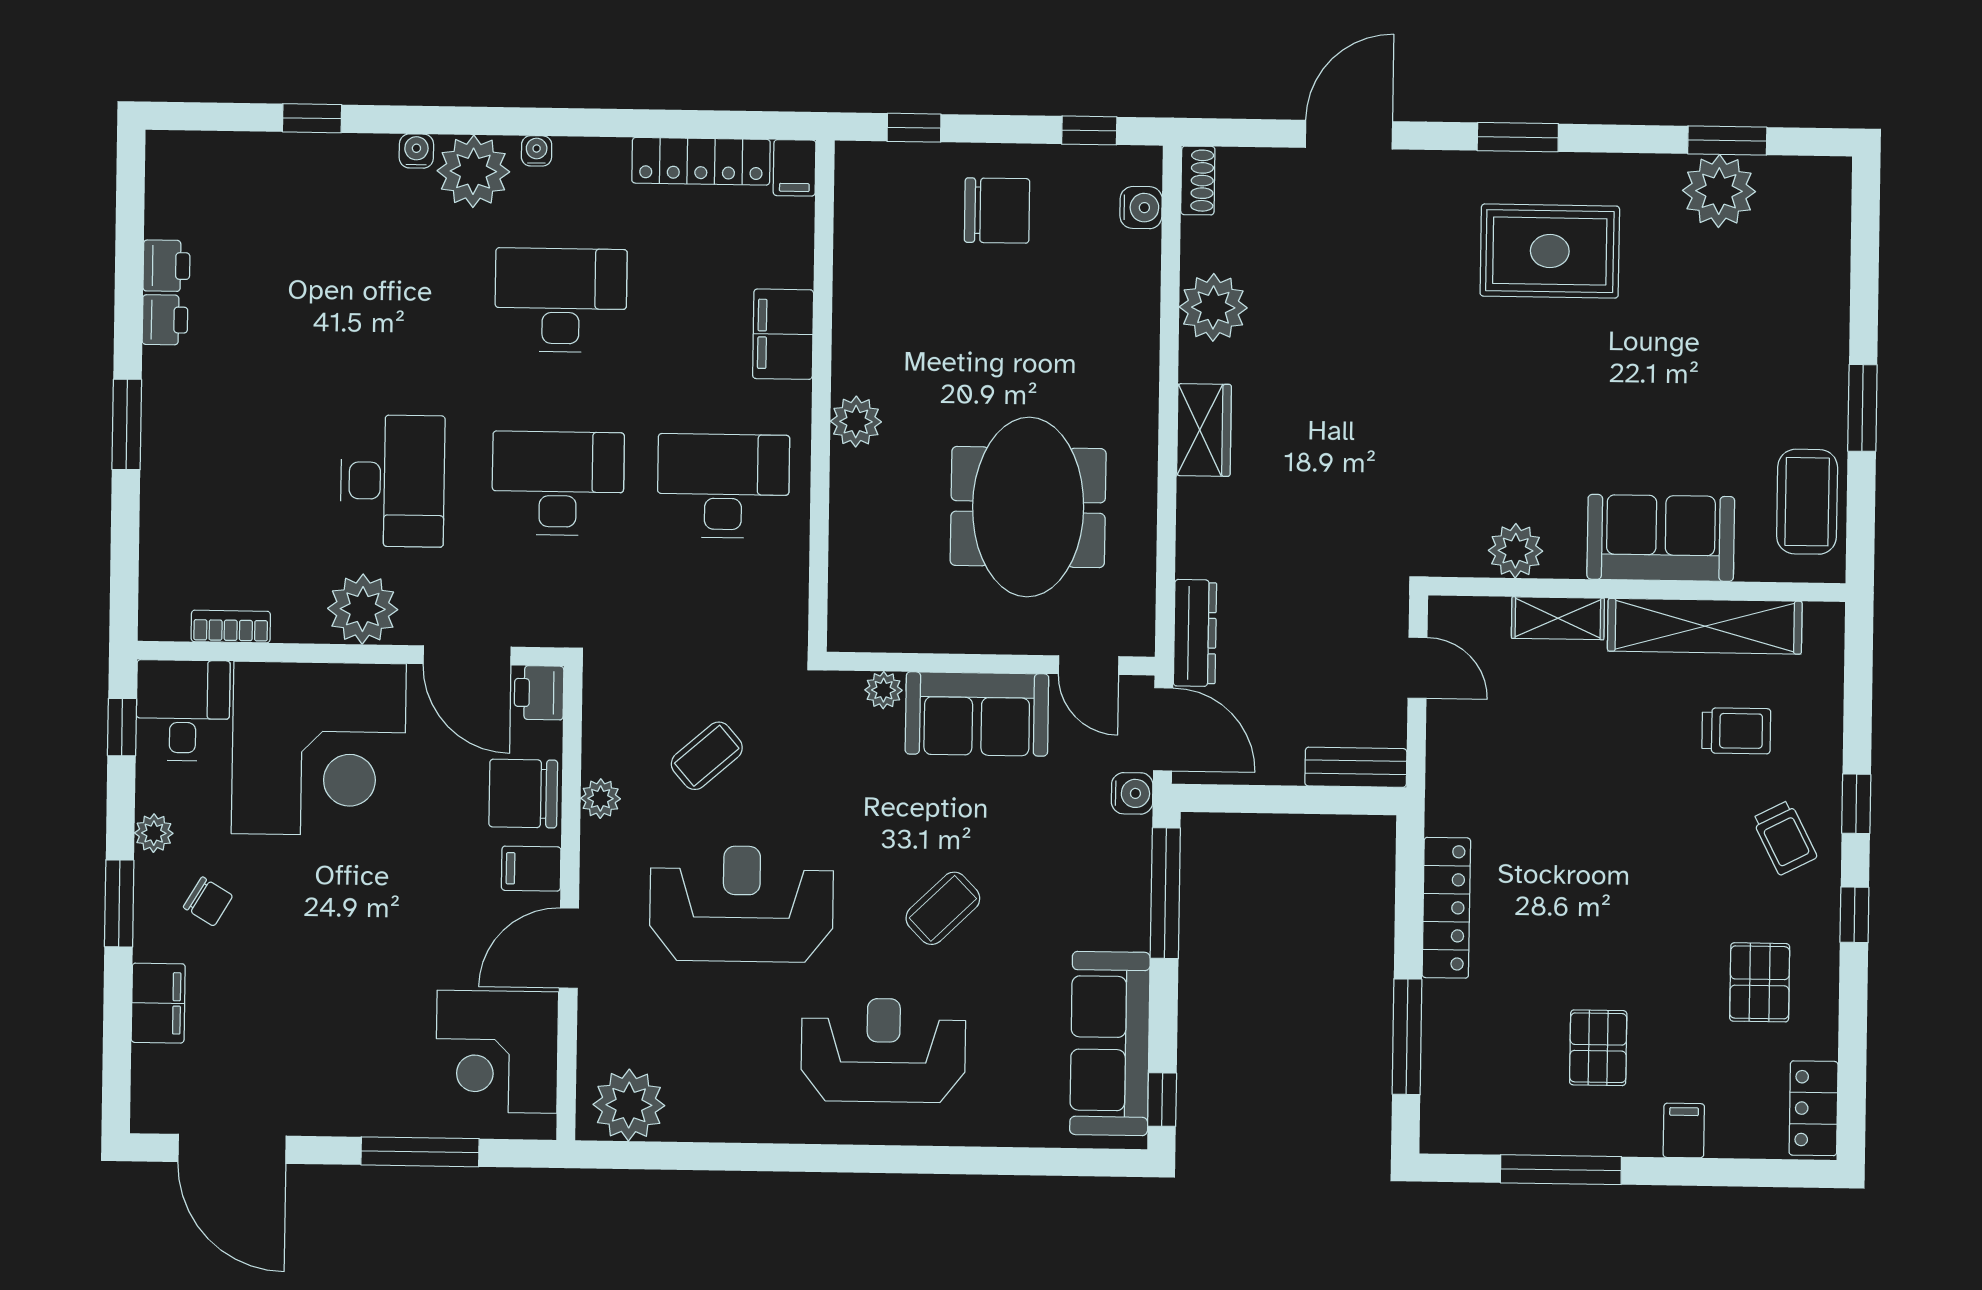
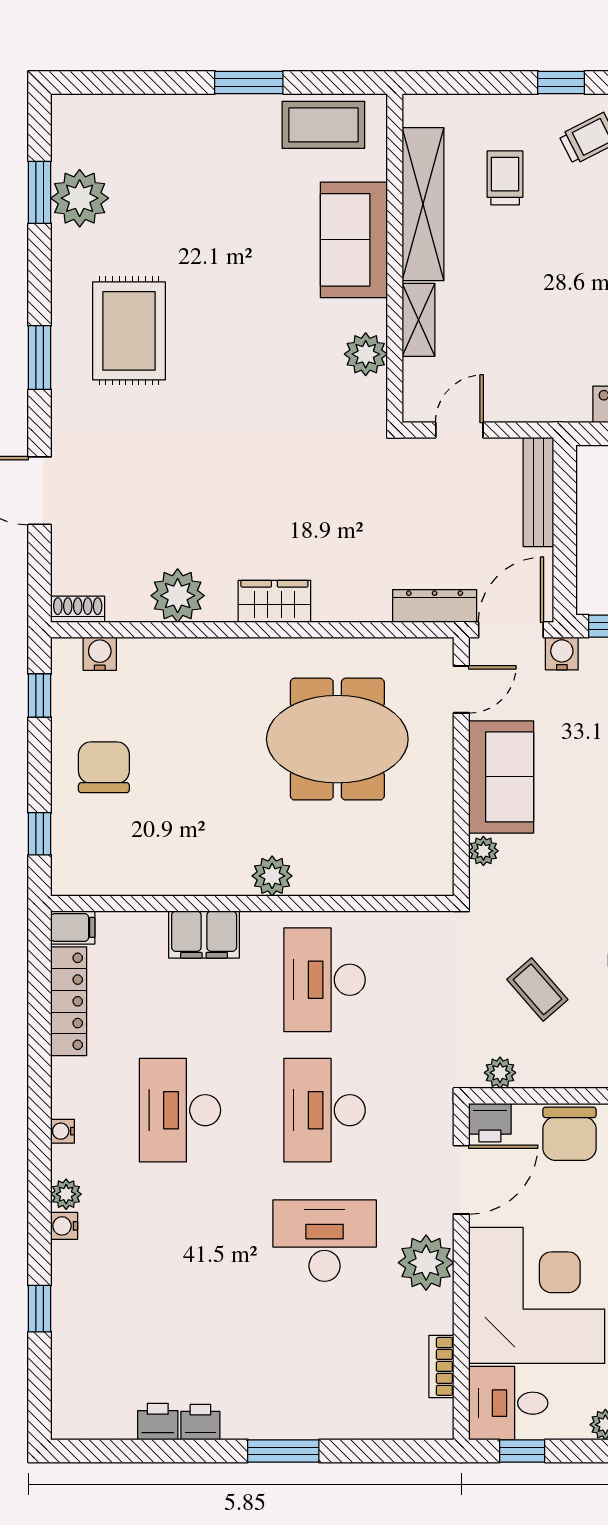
plant: (473, 171) -> (66, 1194), width x0.53, depth x0.53
bench: (1356, 767) -> (538, 492), width x1.36
plant: (601, 799) -> (500, 1073), moved

